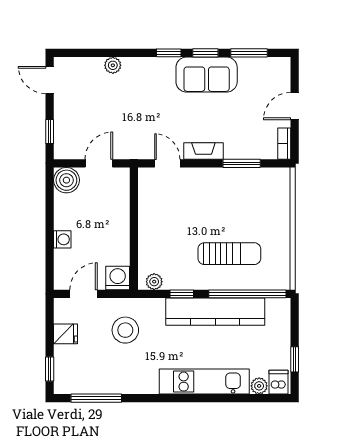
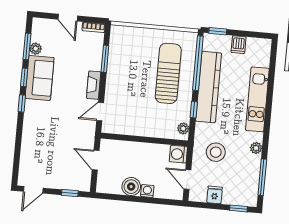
plant: (113, 65) -> (36, 49), moved
boiler: (66, 180) -> (131, 187), moved
sun lounger: (229, 254) -> (168, 73), width x1.36, depth x1.34
window: (295, 359) -> (218, 31), moved
dishwasher: (278, 382) -> (239, 45), moved, turned -90
plant: (259, 386) -> (256, 148), moved

